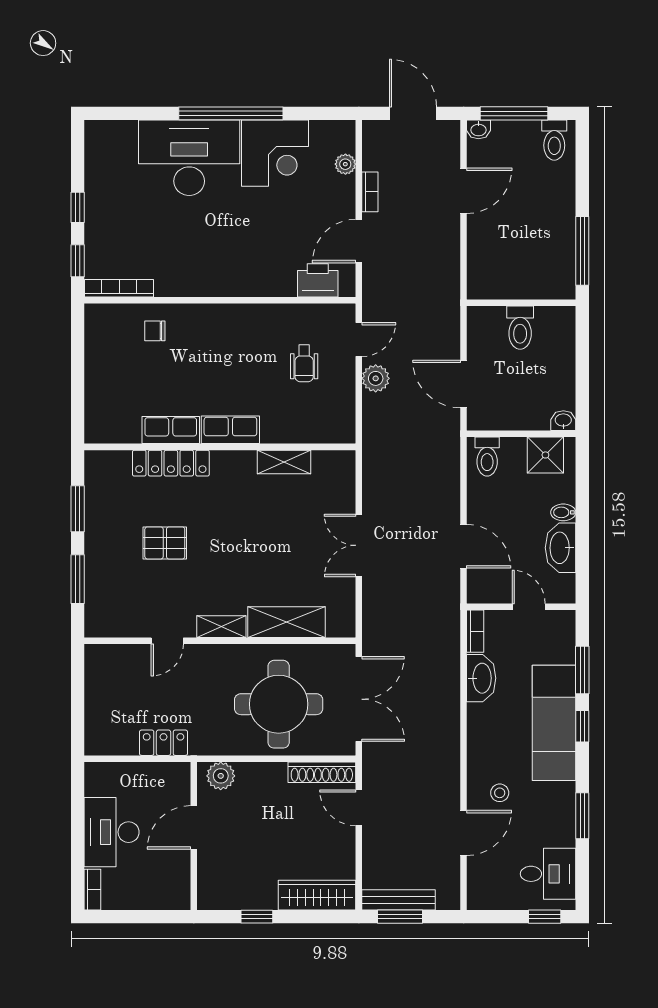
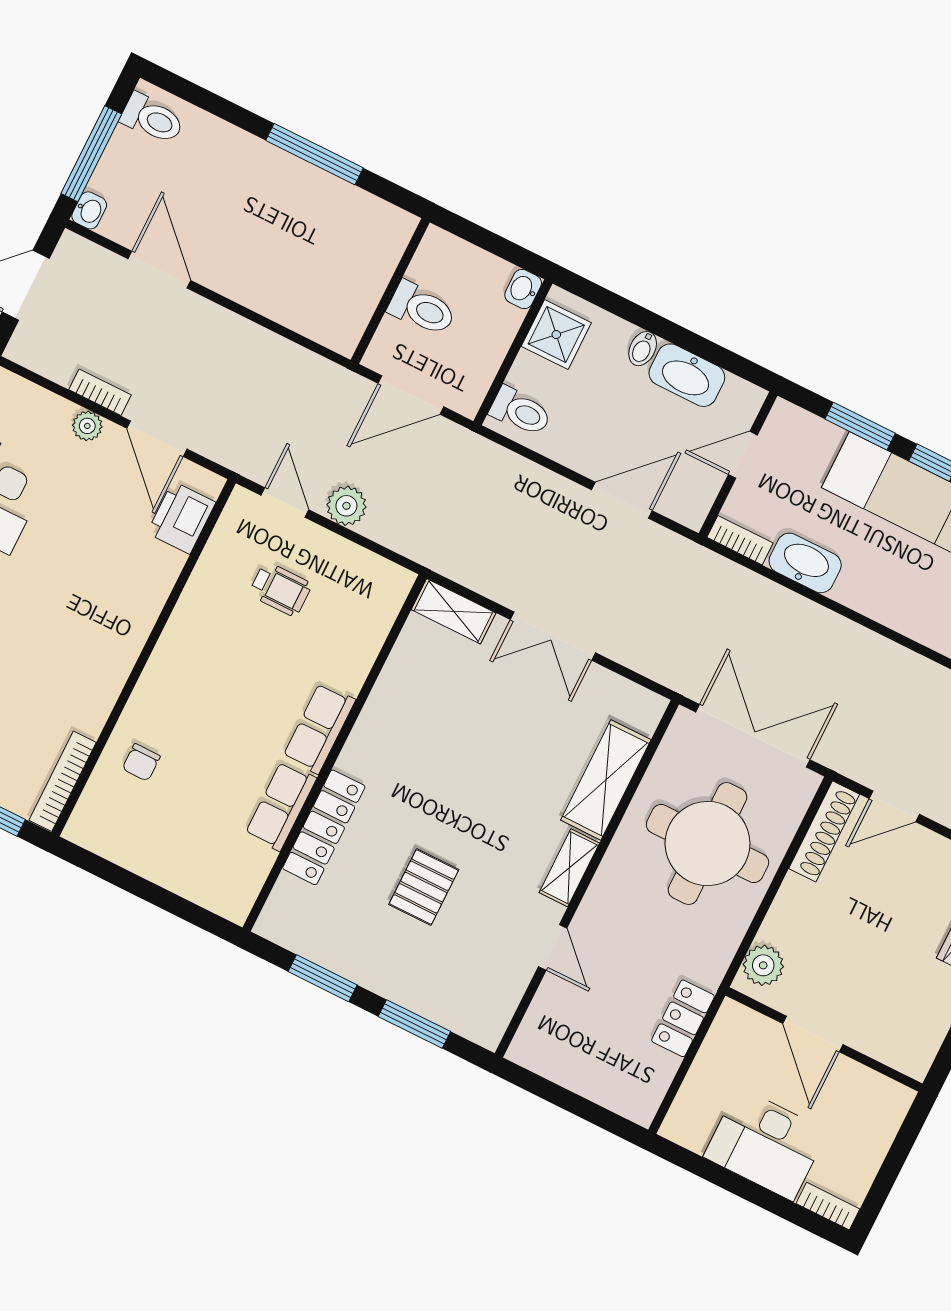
plant: (345, 164) -> (87, 426), moved
wall: (521, 303) -> (390, 291), moved
toilet: (520, 328) -> (422, 309), moved
shelving: (284, 462) -> (454, 611), moved, turned 90

